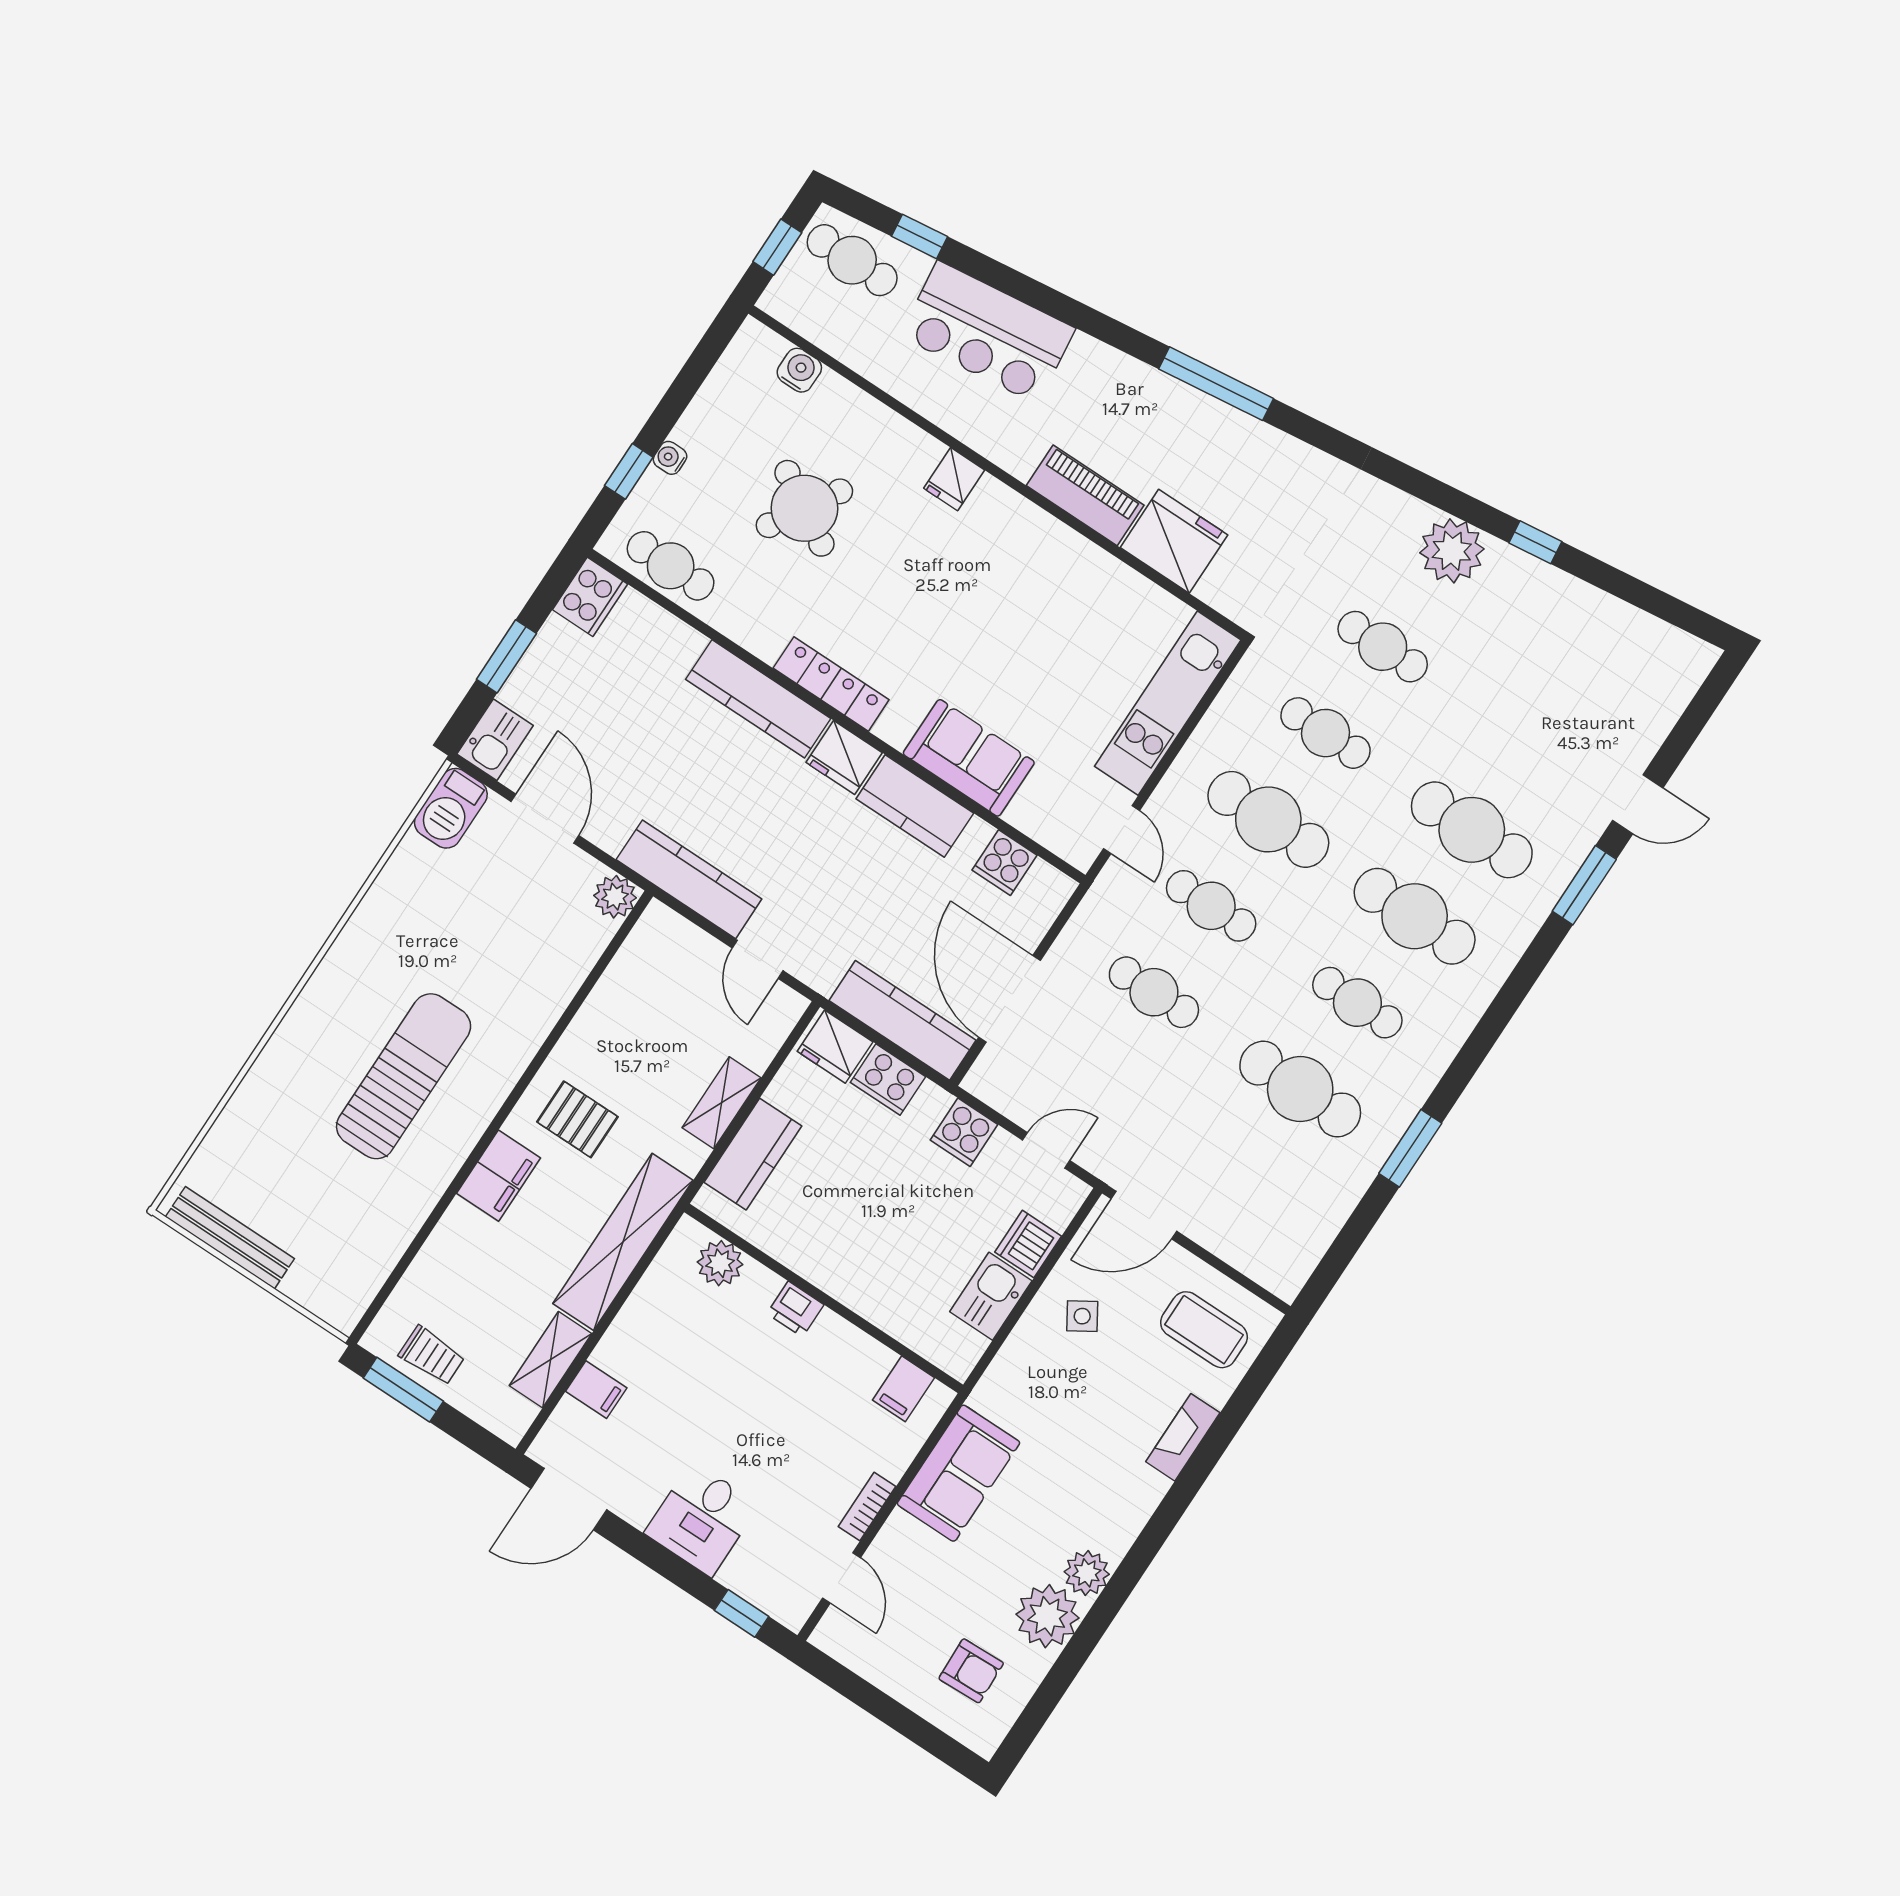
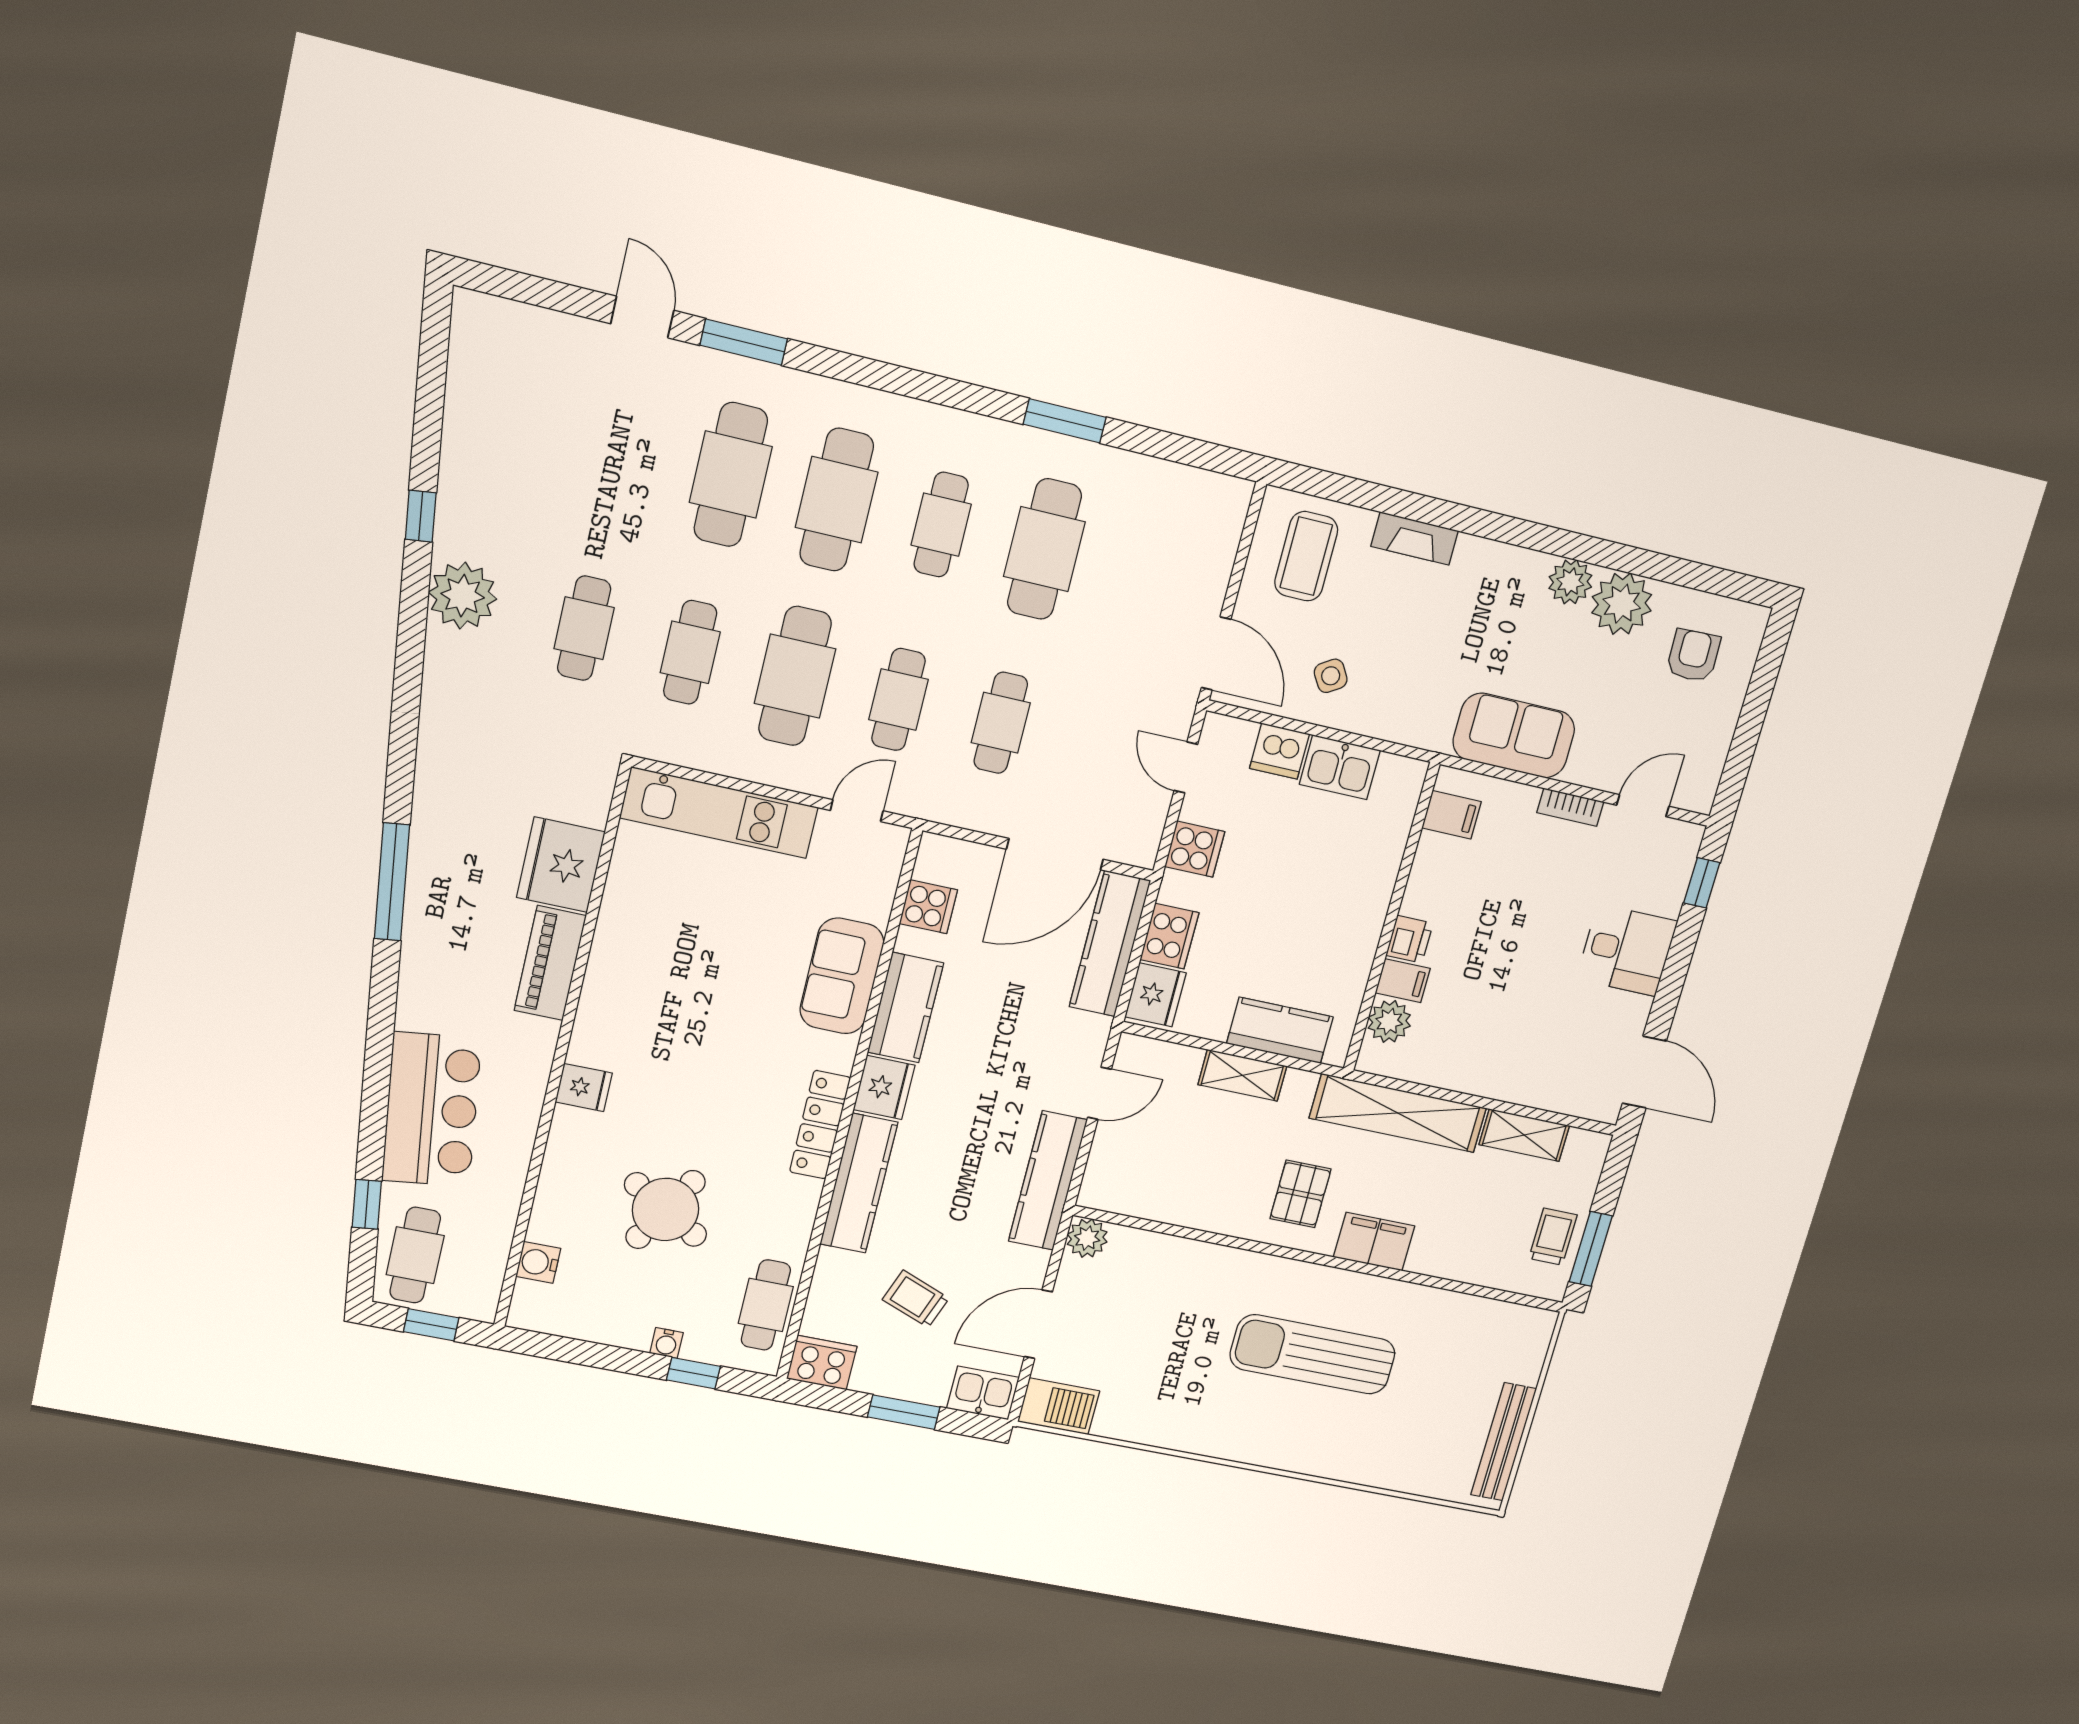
trolley: (619, 710) -> (916, 1299), added
filing cabinet: (596, 1390) -> (1403, 981), moved, turned 90

